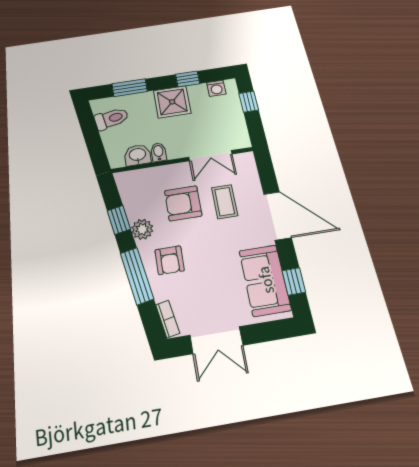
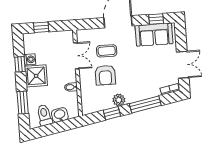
washing machine: (216, 88) -> (30, 59), moved
washbasin: (138, 155) -> (60, 115), moved, turned 79
armchair: (170, 260) -> (138, 86), removed

